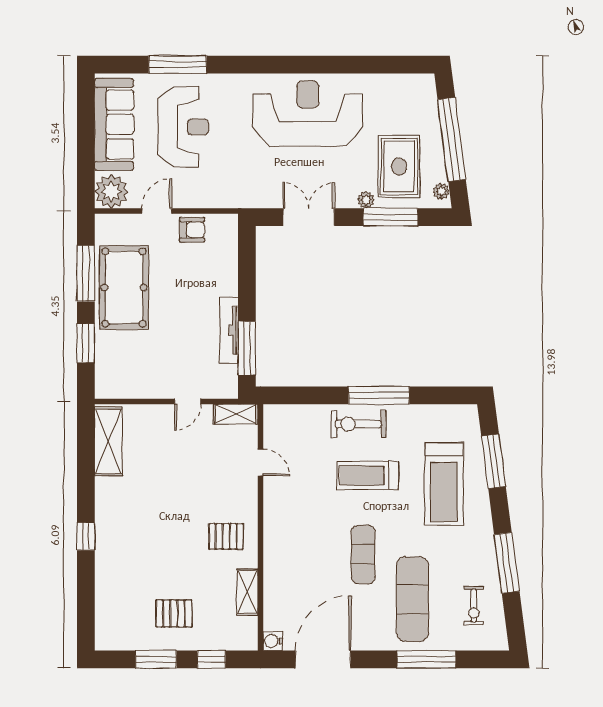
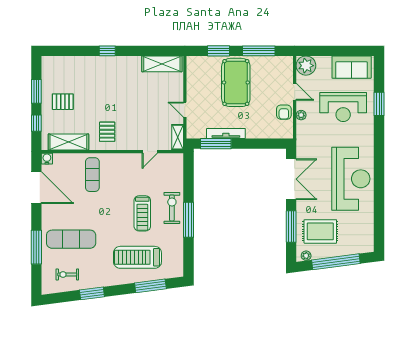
window: (178, 65) -> (379, 104), width x0.69
sofa: (114, 124) -> (352, 67), width x0.73
plant: (366, 200) -> (301, 115), moved
double door: (309, 217) -> (291, 179), width x1.37
pool table: (124, 288) -> (236, 82), moved, turned 90
treadmill: (368, 475) -> (142, 213), turned 180
exercise mat: (363, 554) -> (92, 175), moved, turned 90
window: (507, 563) -> (92, 293), width x0.69
shelving: (247, 592) -> (68, 142), width x1.50, depth x1.33
pallet: (174, 613) -> (63, 102), turned 90

